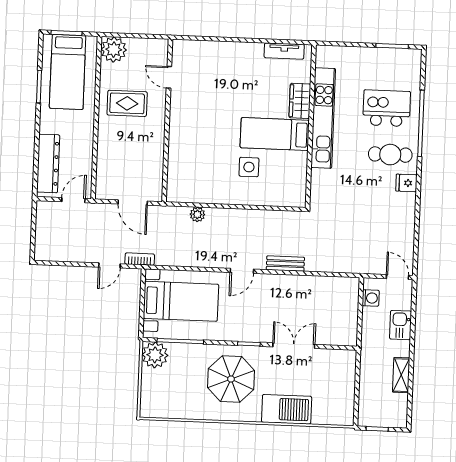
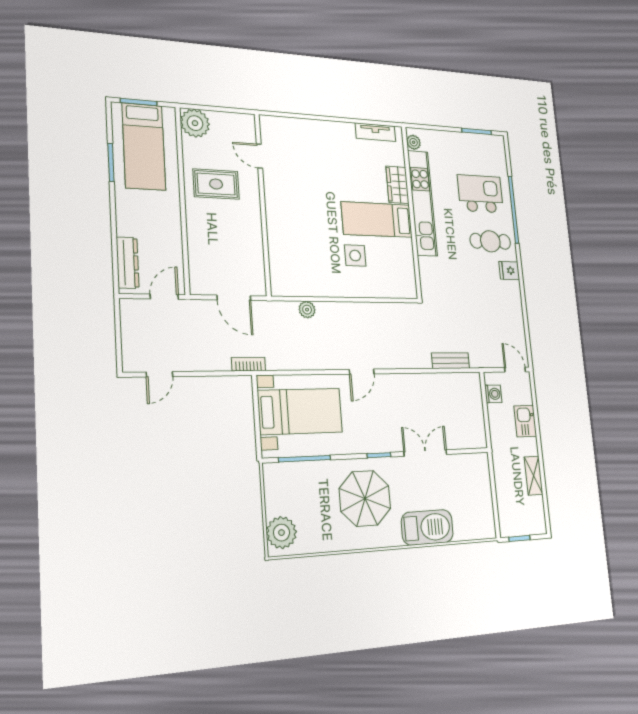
plant: (322, 59) -> (414, 142), added
dresser: (48, 163) -> (128, 263), width x0.73, depth x0.80
bench: (285, 264) -> (451, 361), moved
door: (109, 265) -> (159, 374), moved
plant: (155, 355) -> (281, 533), moved

